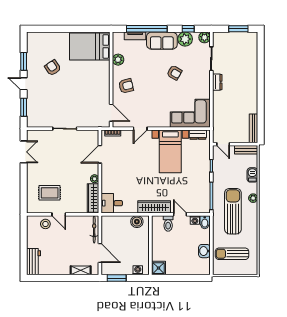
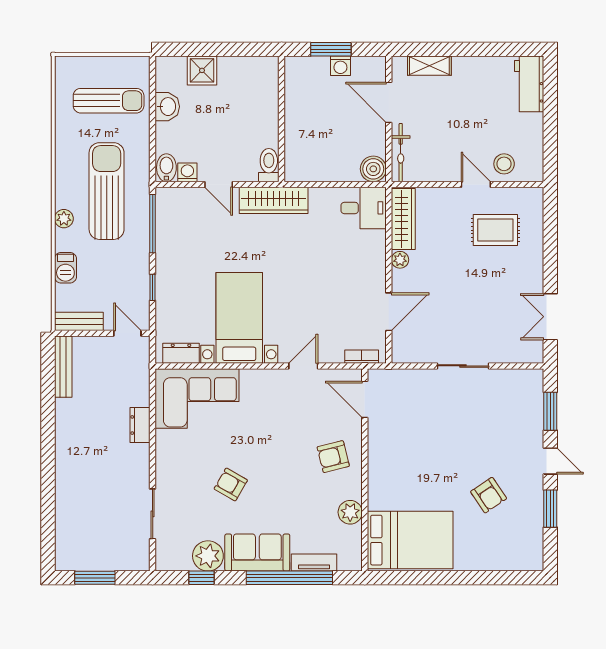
plant: (204, 37) -> (167, 559), removed
dresser: (217, 82) -> (140, 425), moved
sun lounger: (233, 211) -> (107, 191), turned 180
boiler: (137, 222) -> (373, 169), moved
toilet: (168, 223) -> (269, 165), moved
shower: (159, 268) -> (202, 70), moved
washing machine: (138, 270) -> (340, 66), moved
window: (117, 278) -> (331, 49), moved

